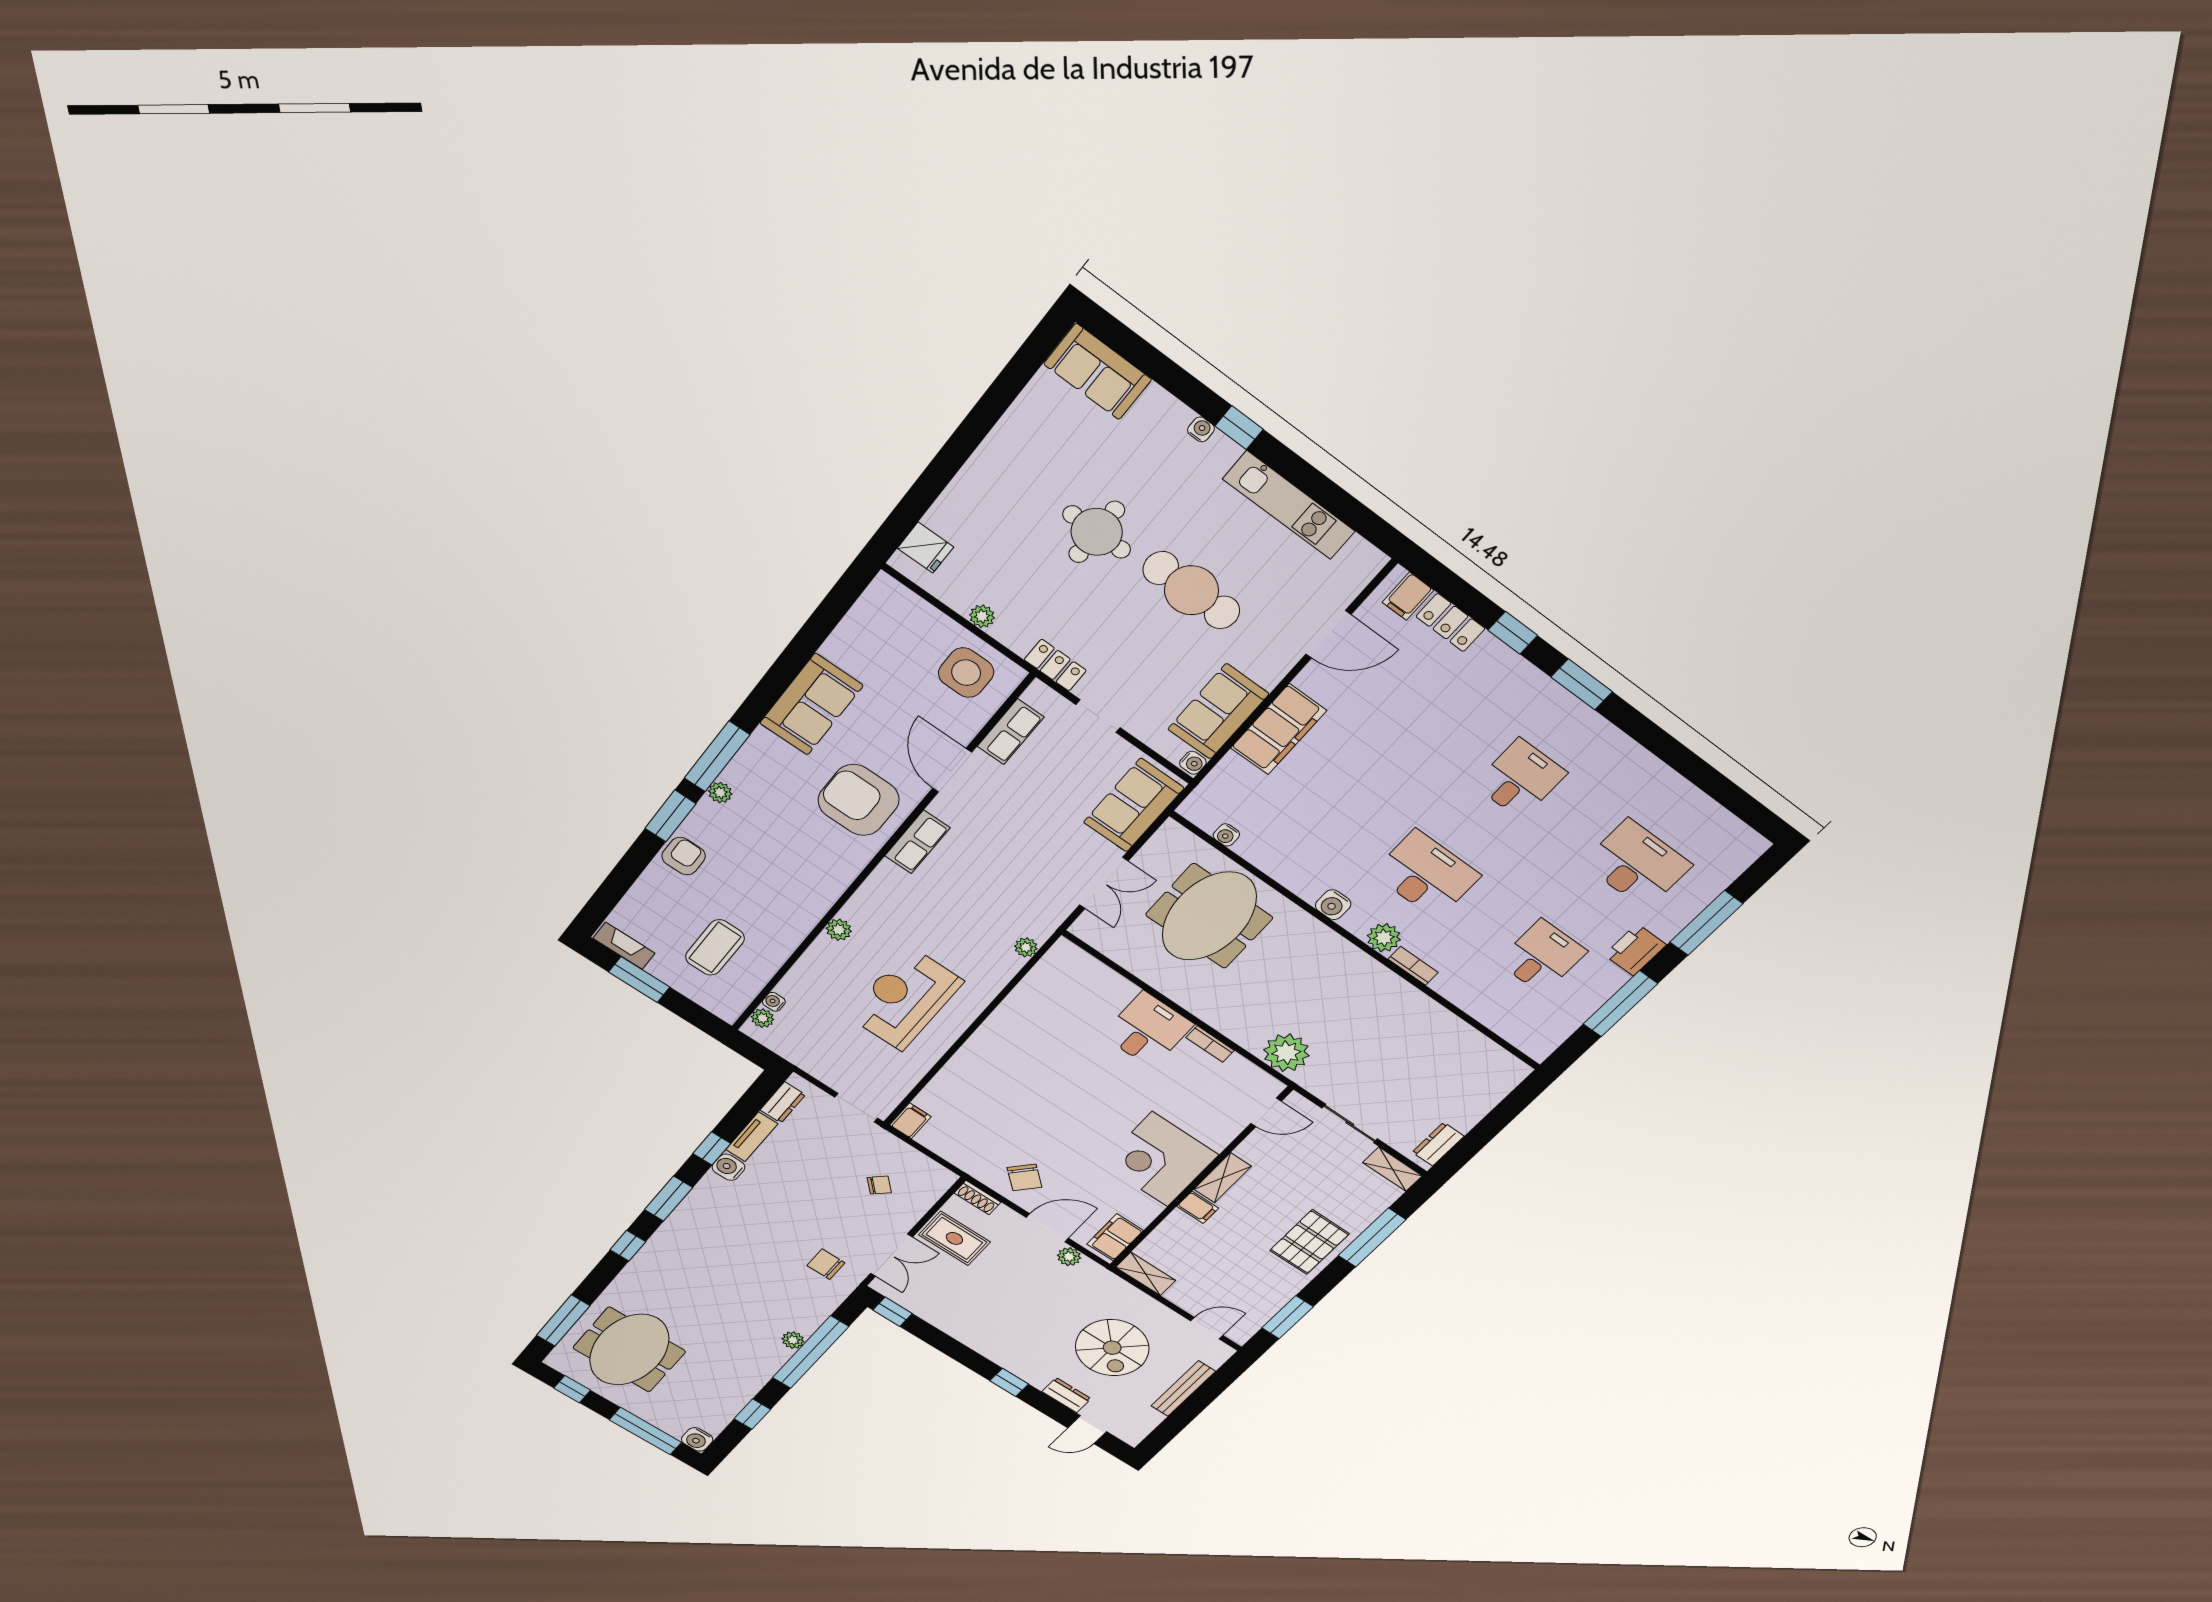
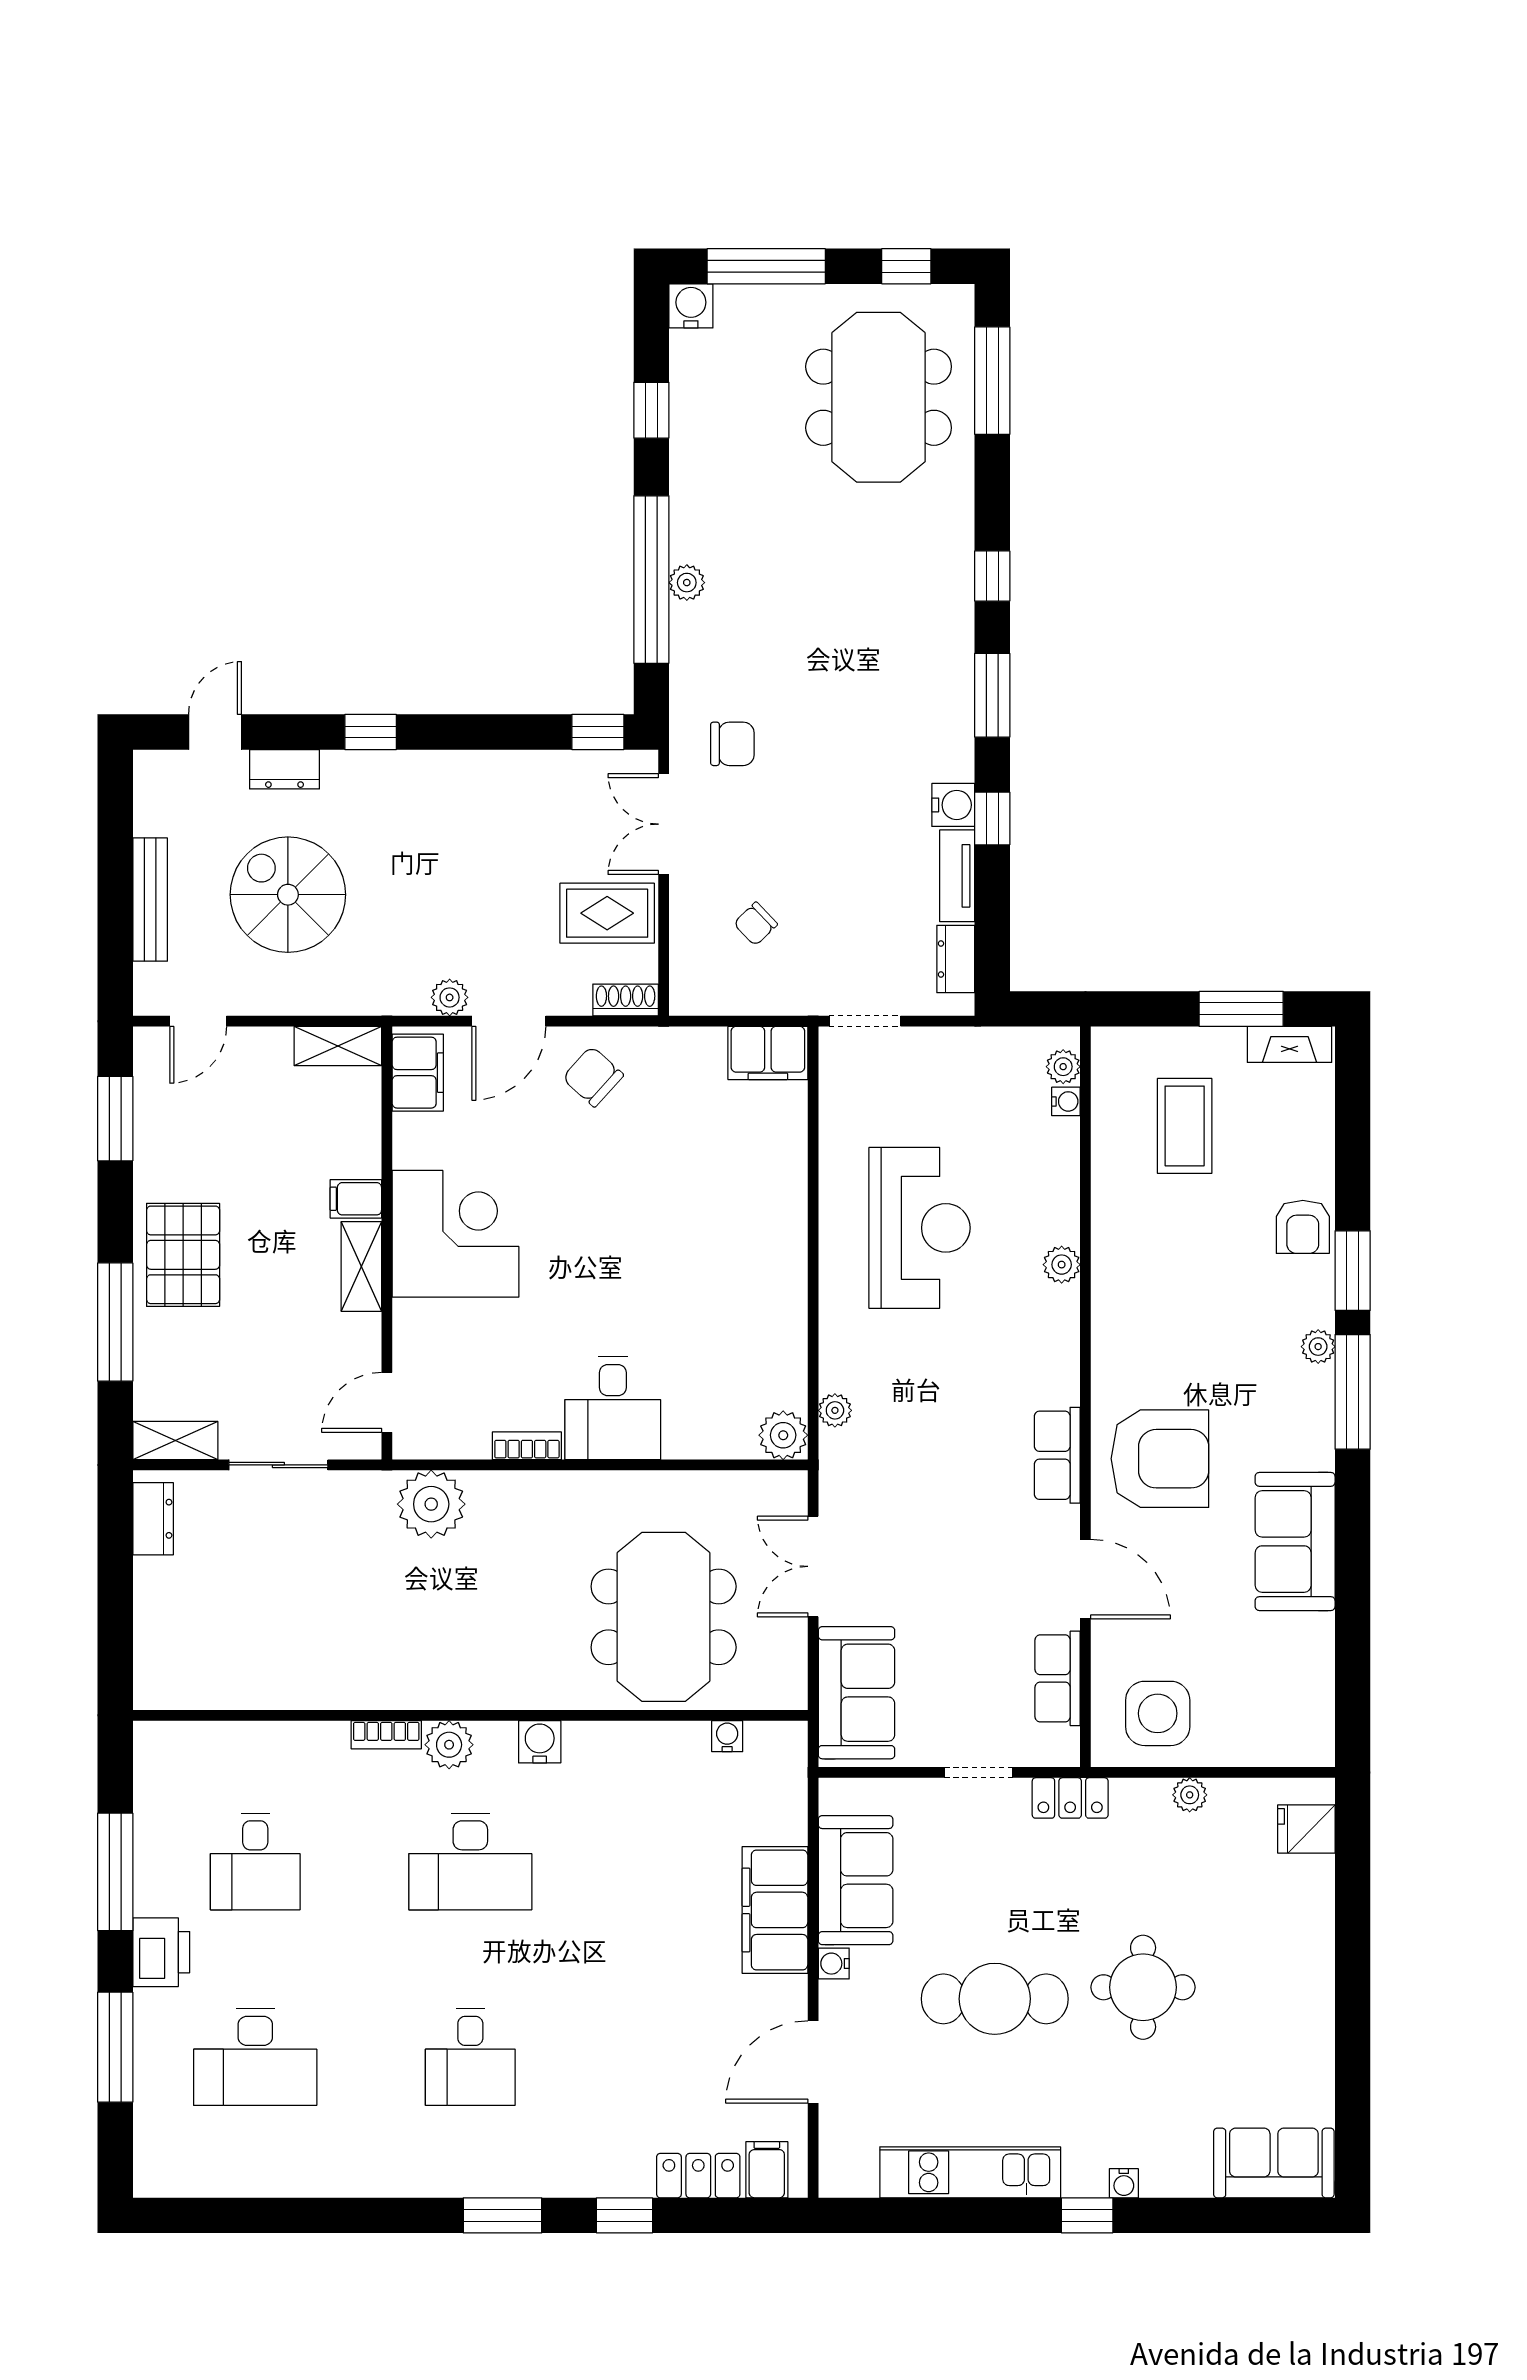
water cooler: (1193, 763) -> (834, 1964), moved
plant: (1065, 955) -> (783, 1435), added
filing cabinet: (910, 1121) -> (768, 1053), width x2.00

